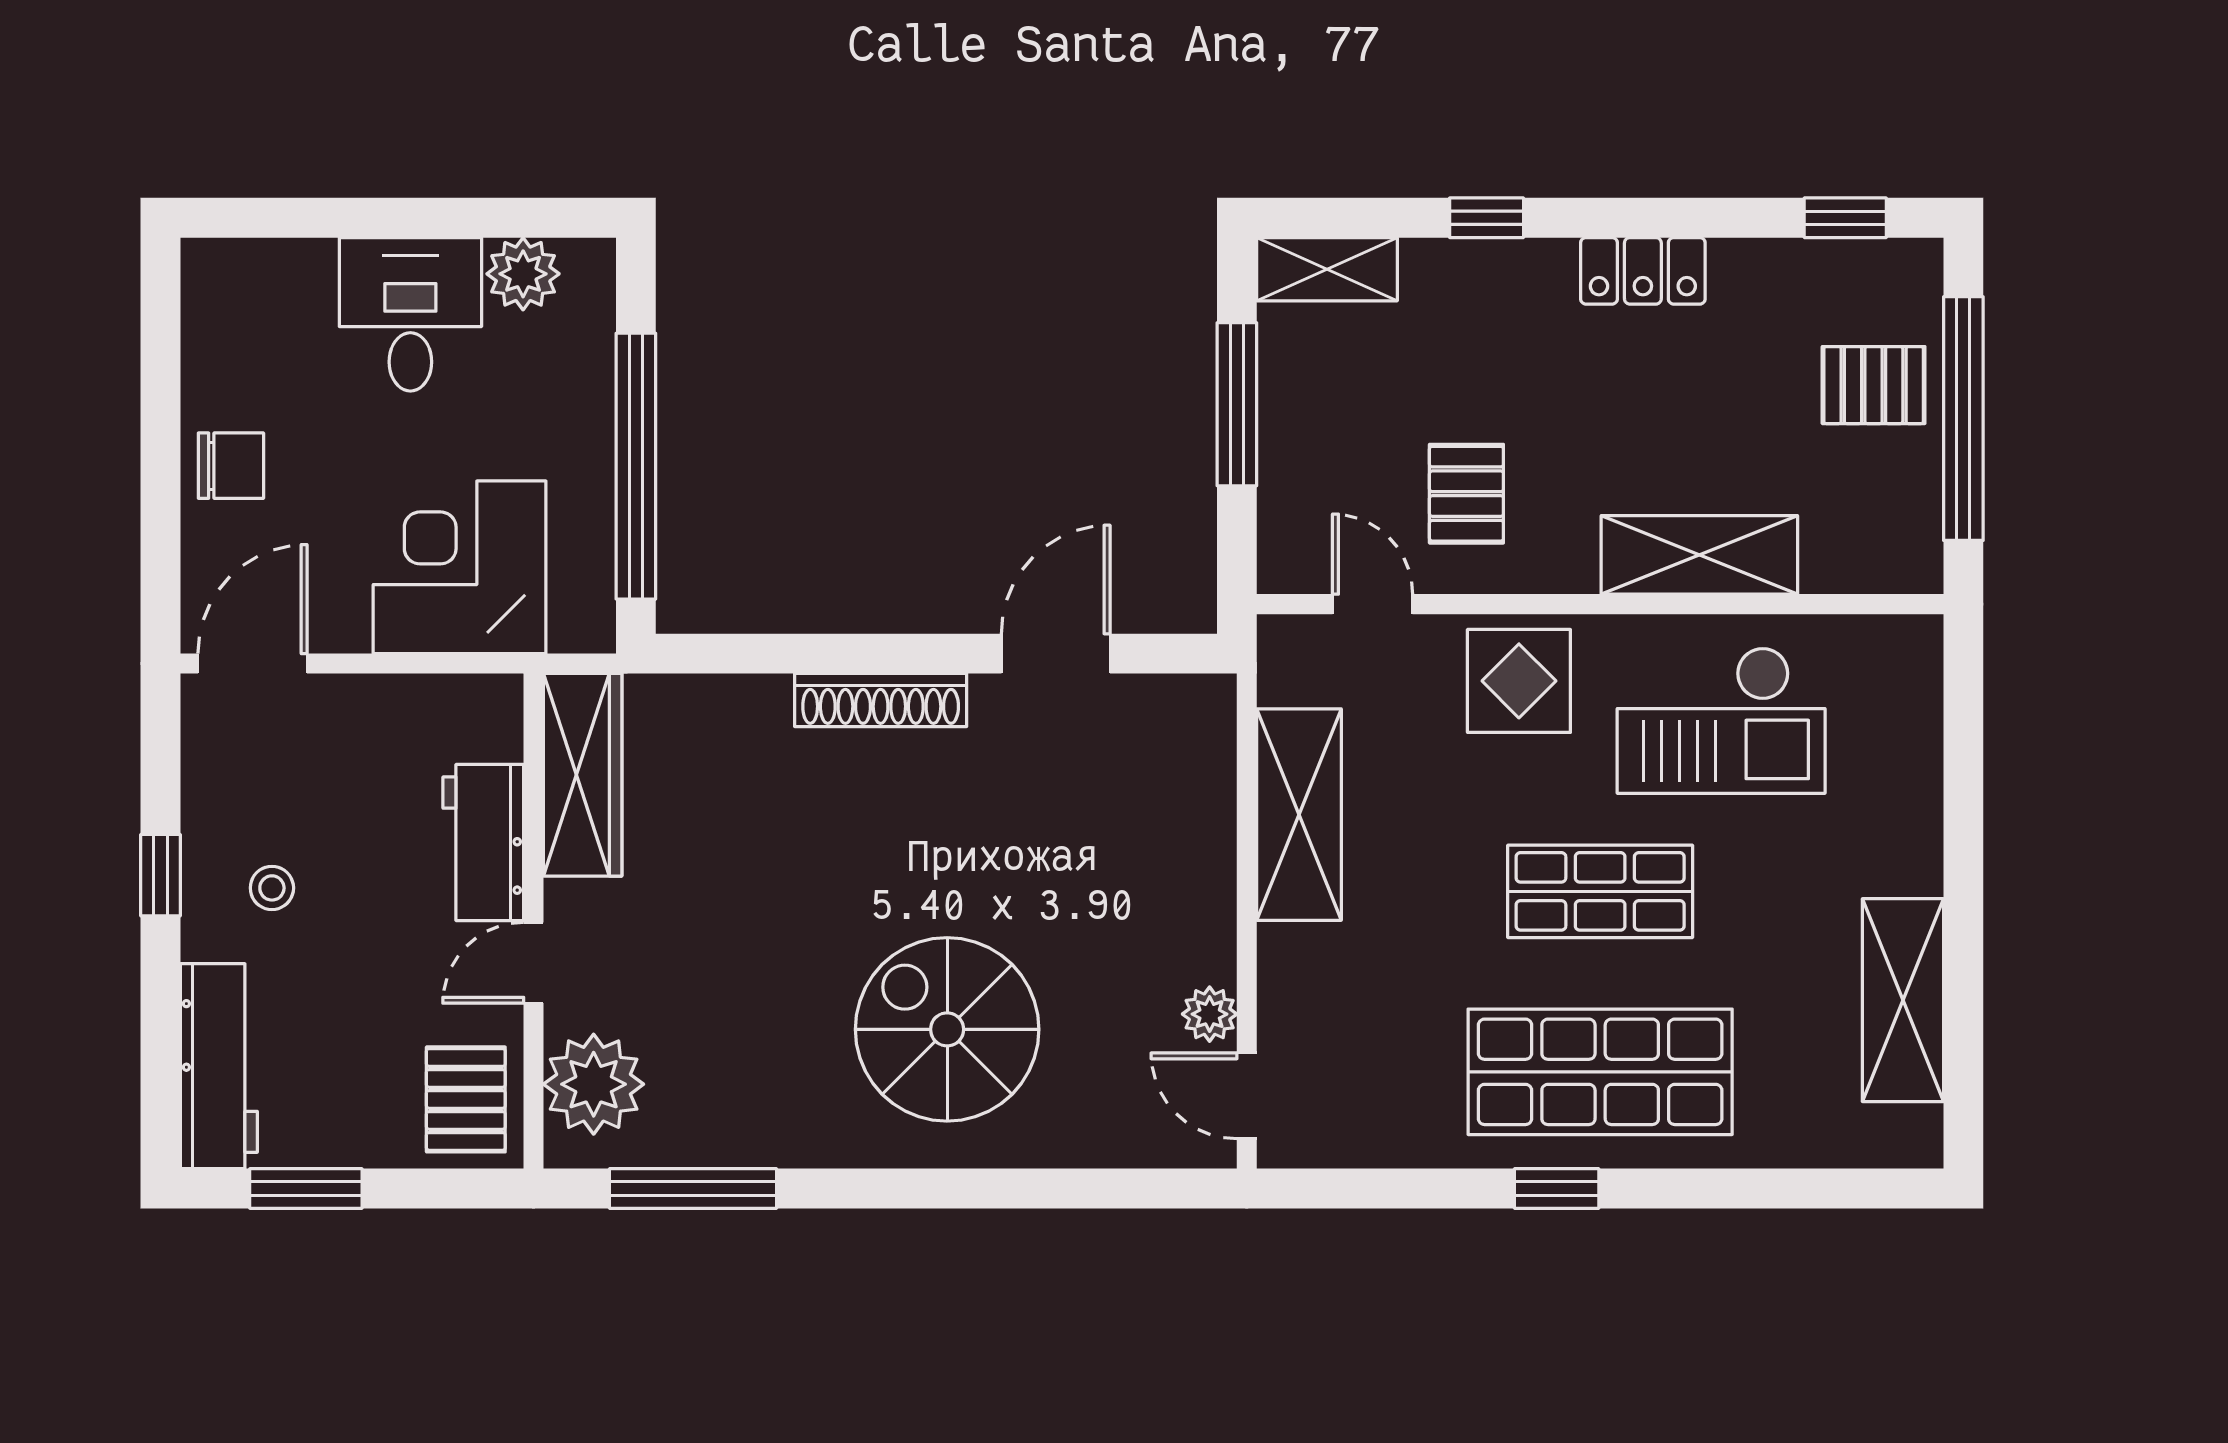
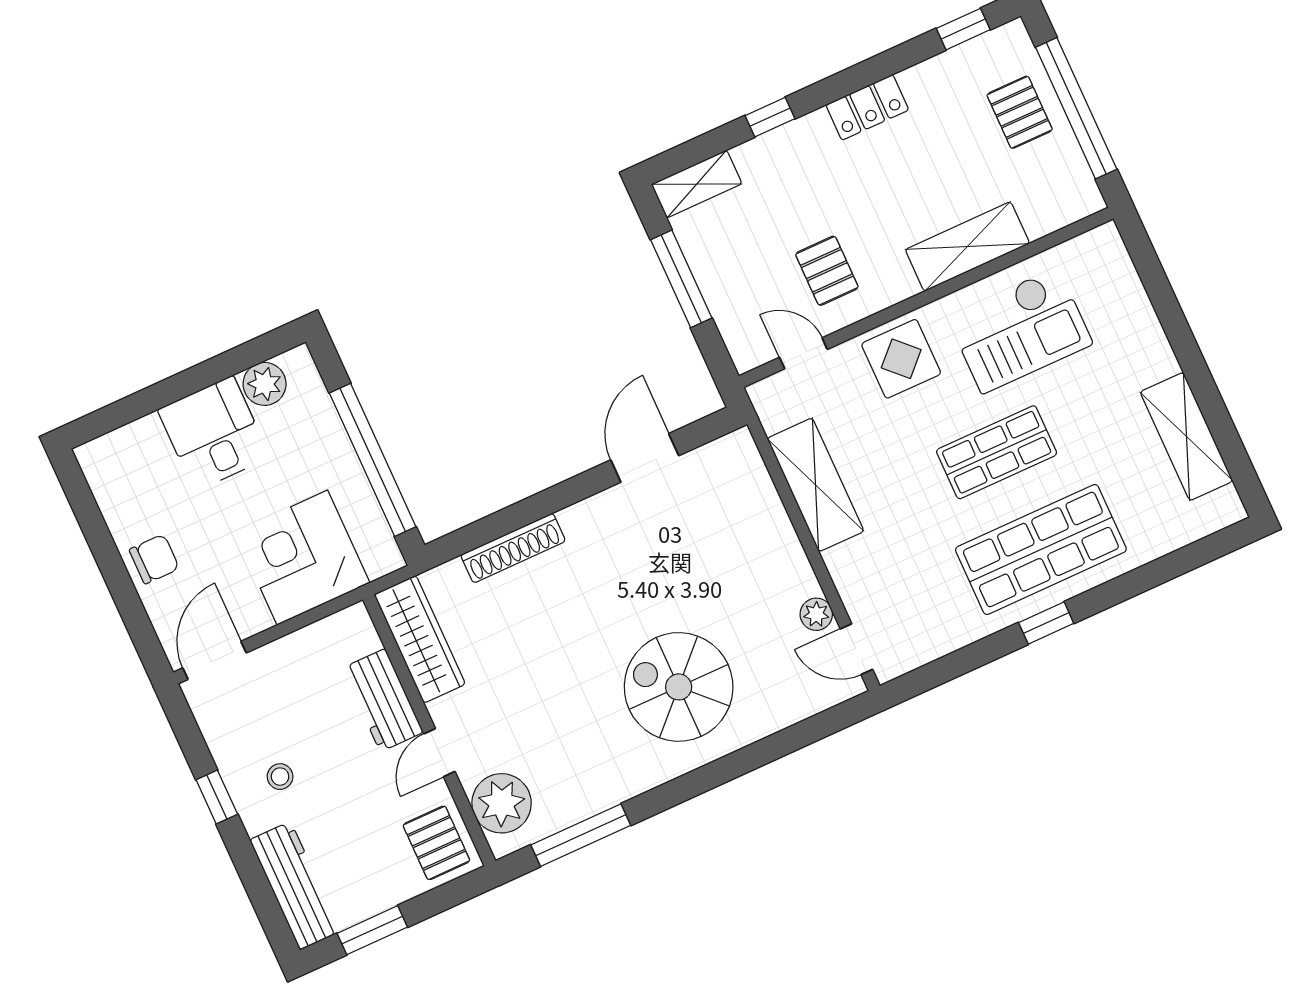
pallet: (1874, 385) -> (1020, 112), turned 90
shoe rack: (881, 700) -> (513, 548), moved

